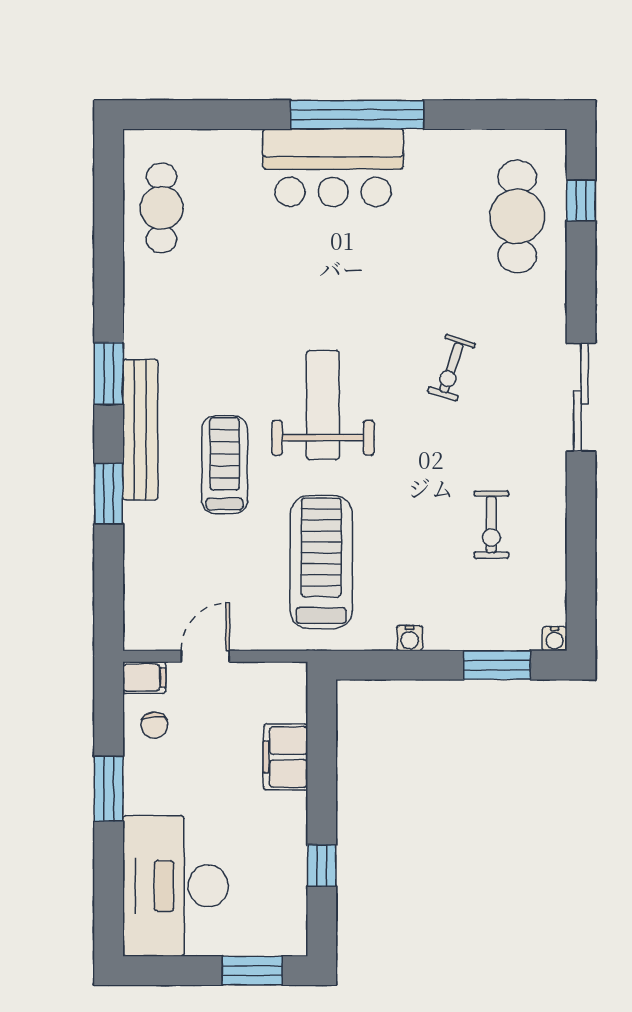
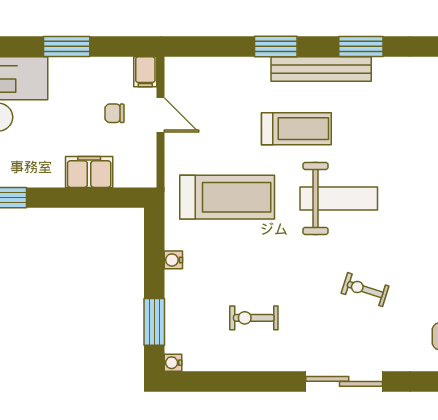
chair: (154, 725) -> (115, 113), moved

